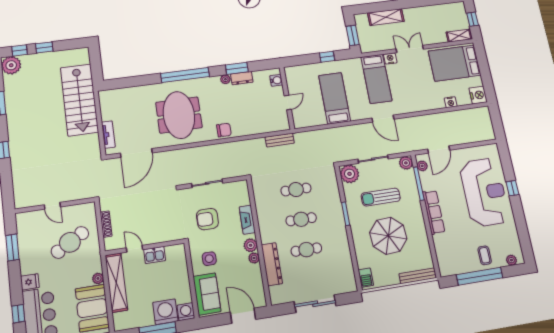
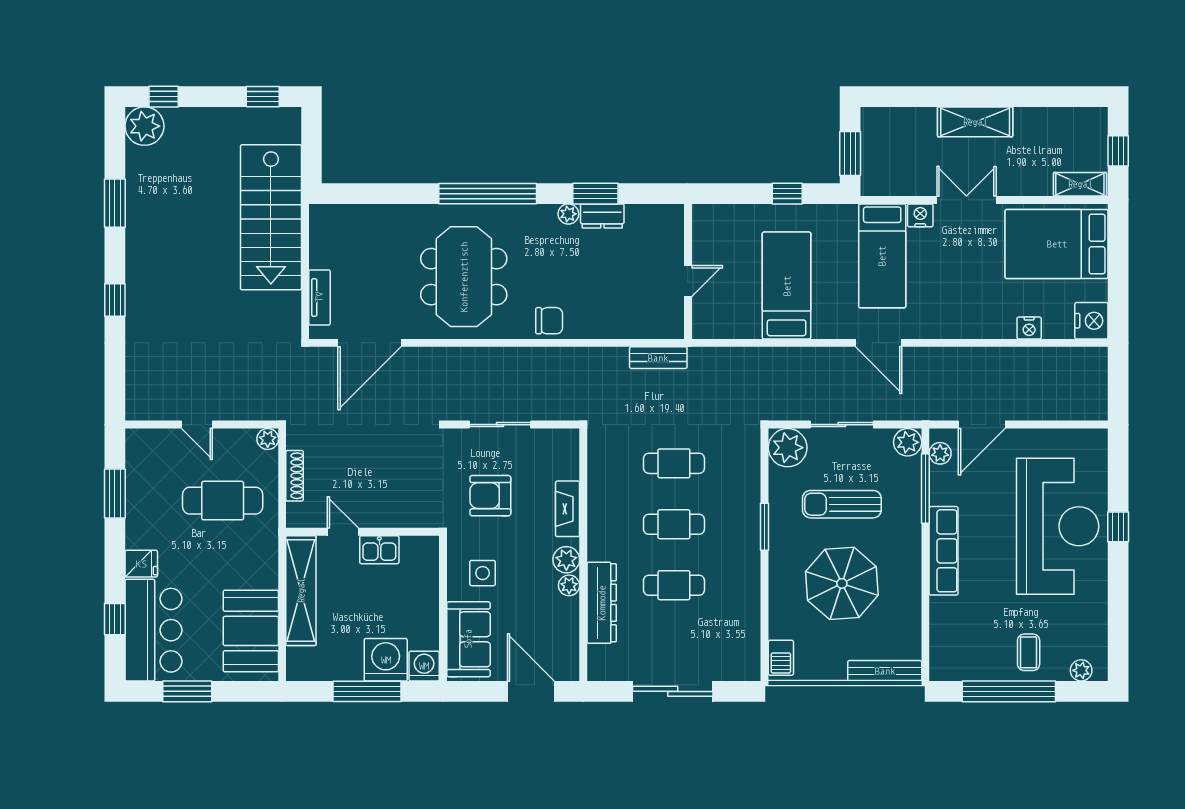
shelving: (386, 17) -> (975, 122), moved
window: (44, 47) -> (263, 97), moved
water cooler: (276, 80) -> (672, 230), removed
cafe table: (70, 242) -> (223, 501), turned 31
plant: (98, 278) -> (268, 439), moved

